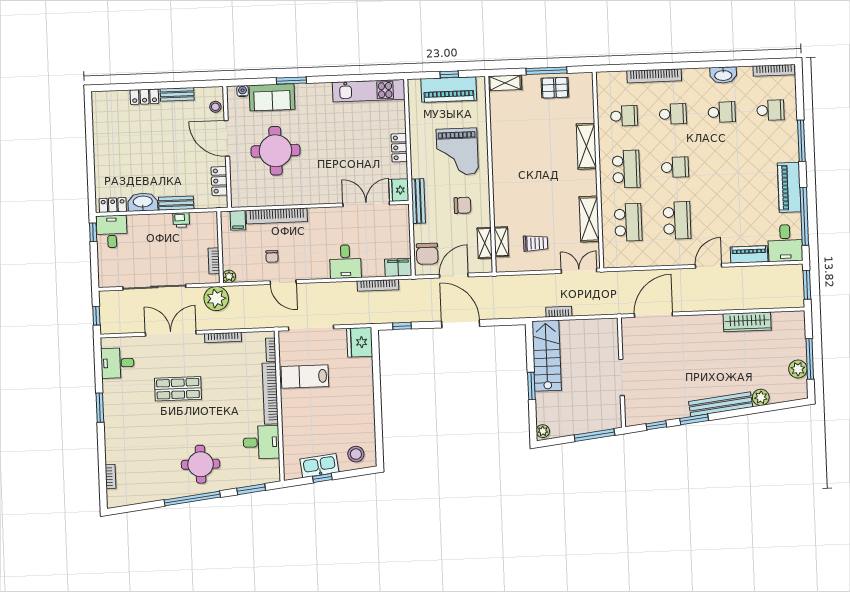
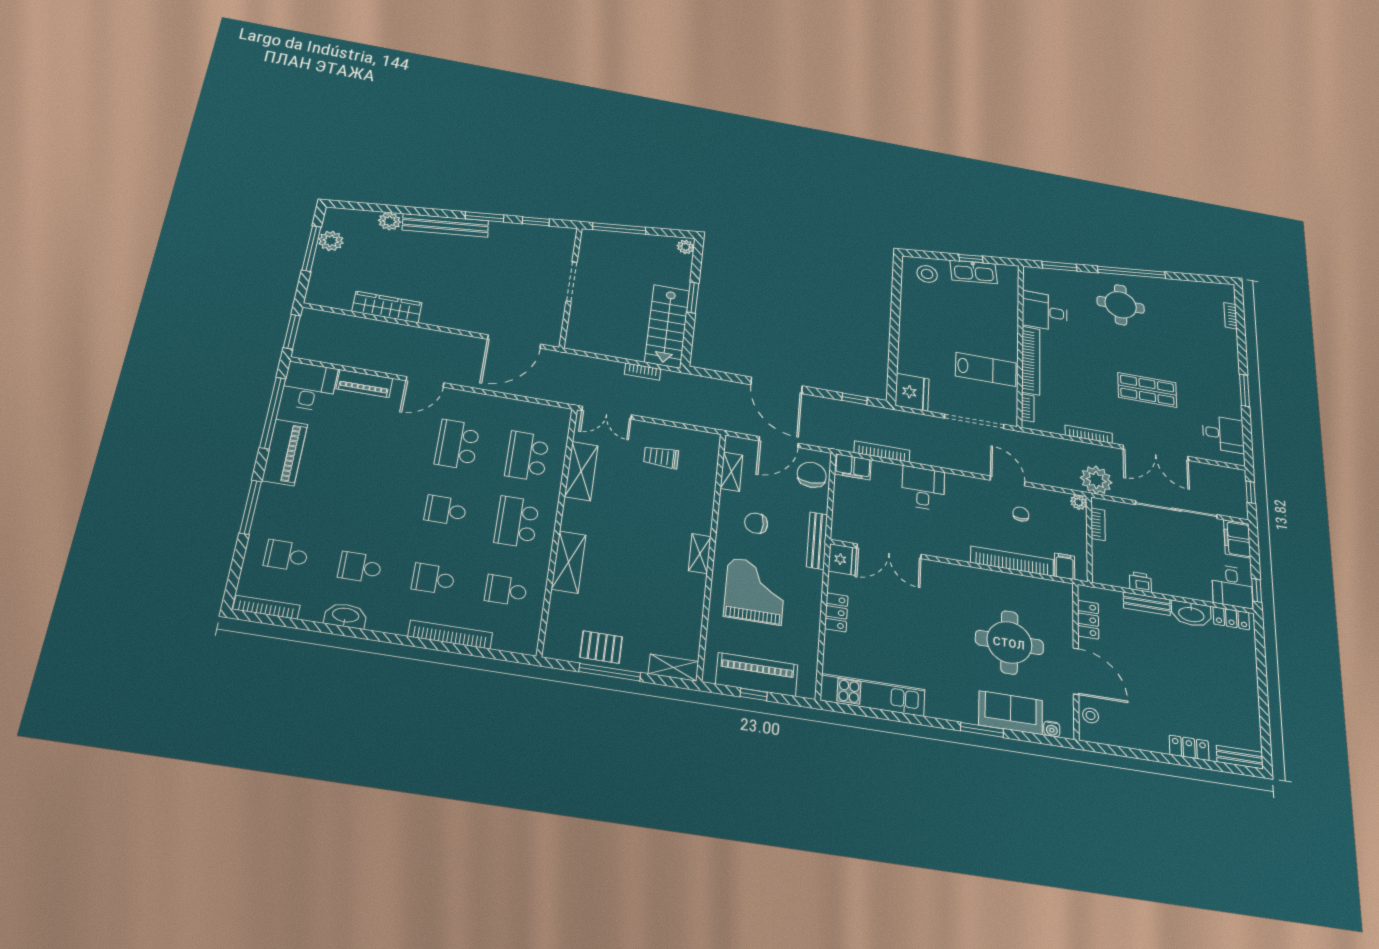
bench: (177, 94) -> (1240, 757), moved
shelving: (501, 242) -> (700, 554), moved
filing cabinet: (107, 272) -> (1237, 539), added

